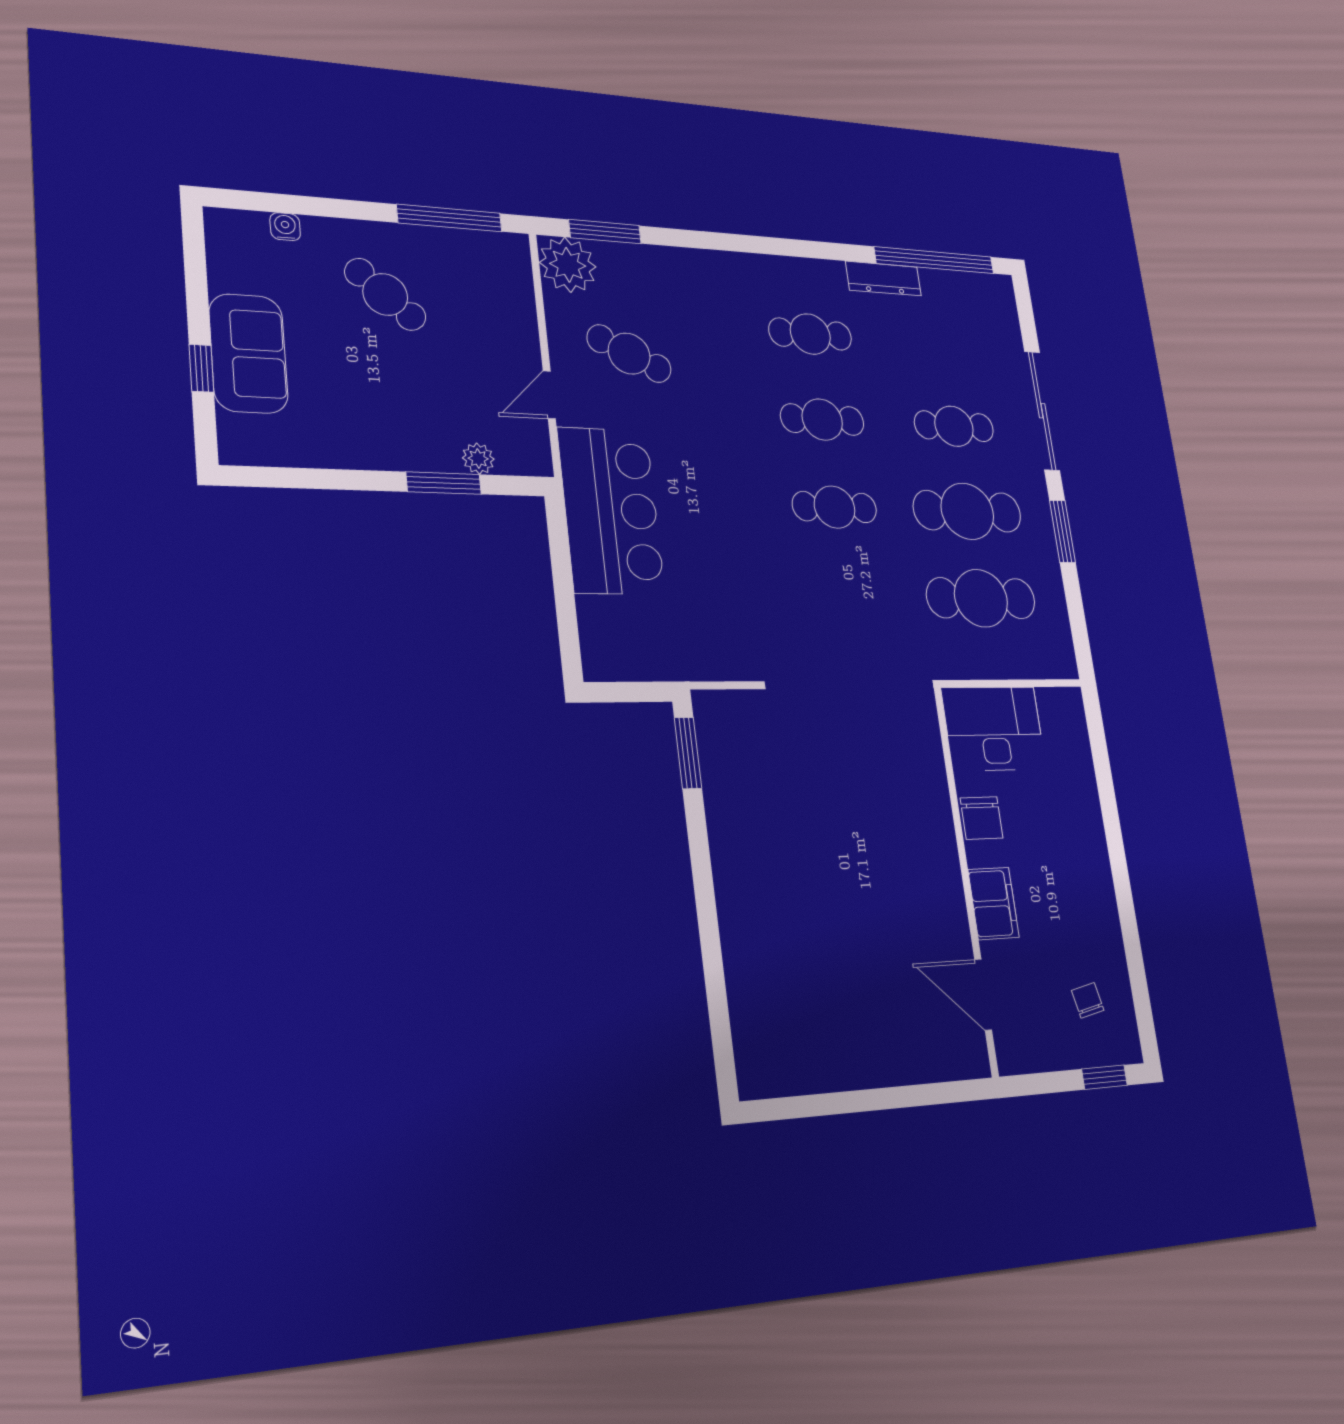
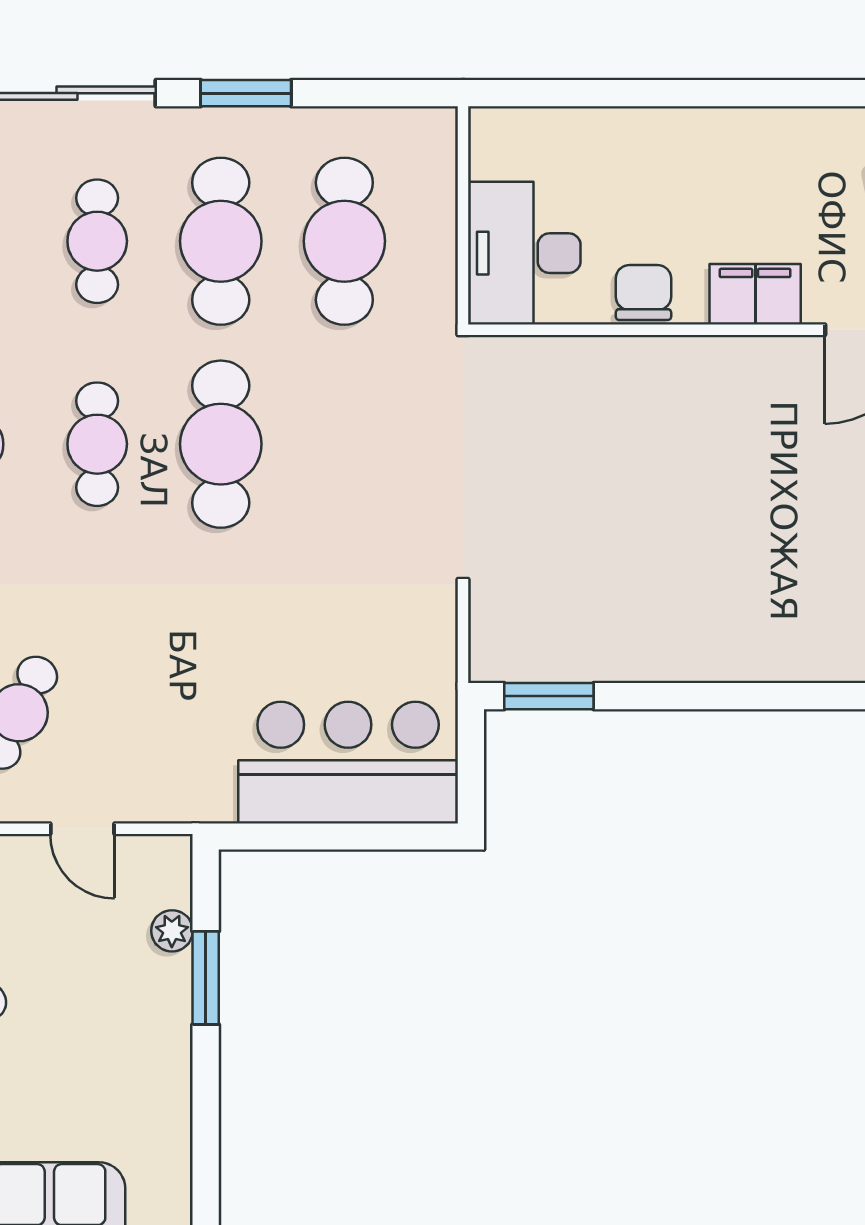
cafe table: (835, 507) -> (221, 444), width x1.37, depth x1.35
bar counter: (611, 511) -> (348, 763), moved
chair: (982, 818) -> (643, 293), turned -90

